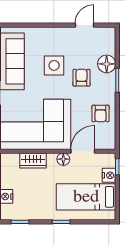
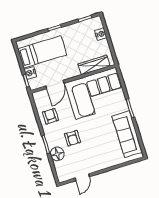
side table: (54, 65) -> (95, 141), removed
floor lamp: (63, 159) -> (67, 74), removed
wardrobe: (33, 160) -> (94, 65), width x1.50

